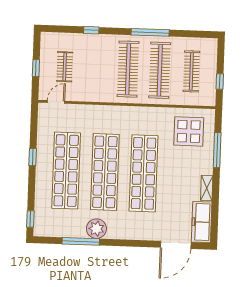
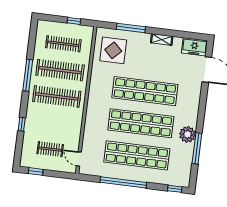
window: (36, 68) -> (36, 171), moved
window: (33, 157) -> (123, 182), width x3.17
freezer: (202, 222) -> (194, 47), width x0.71

